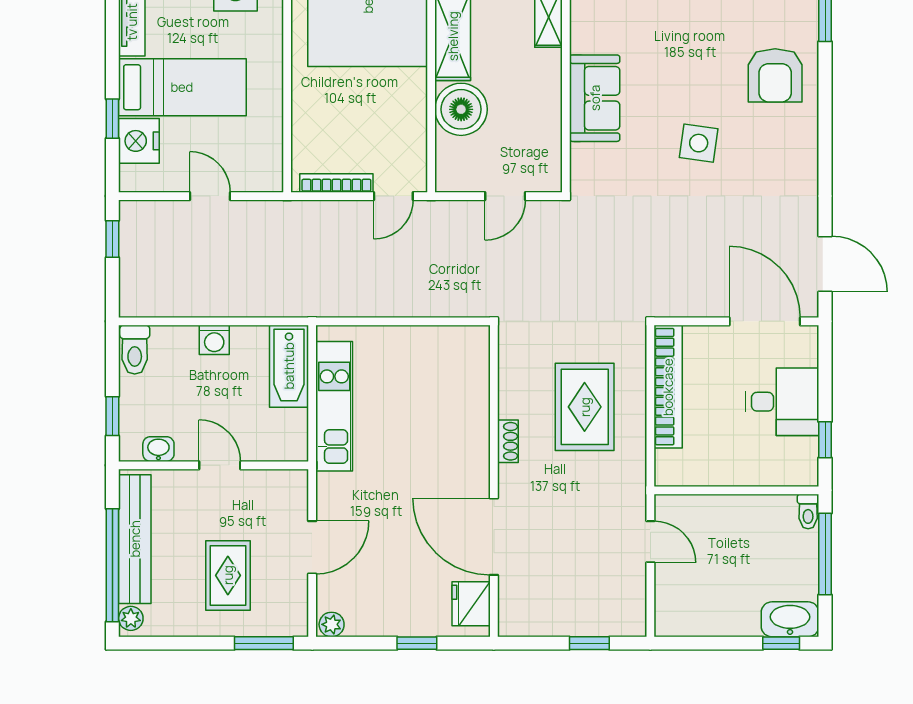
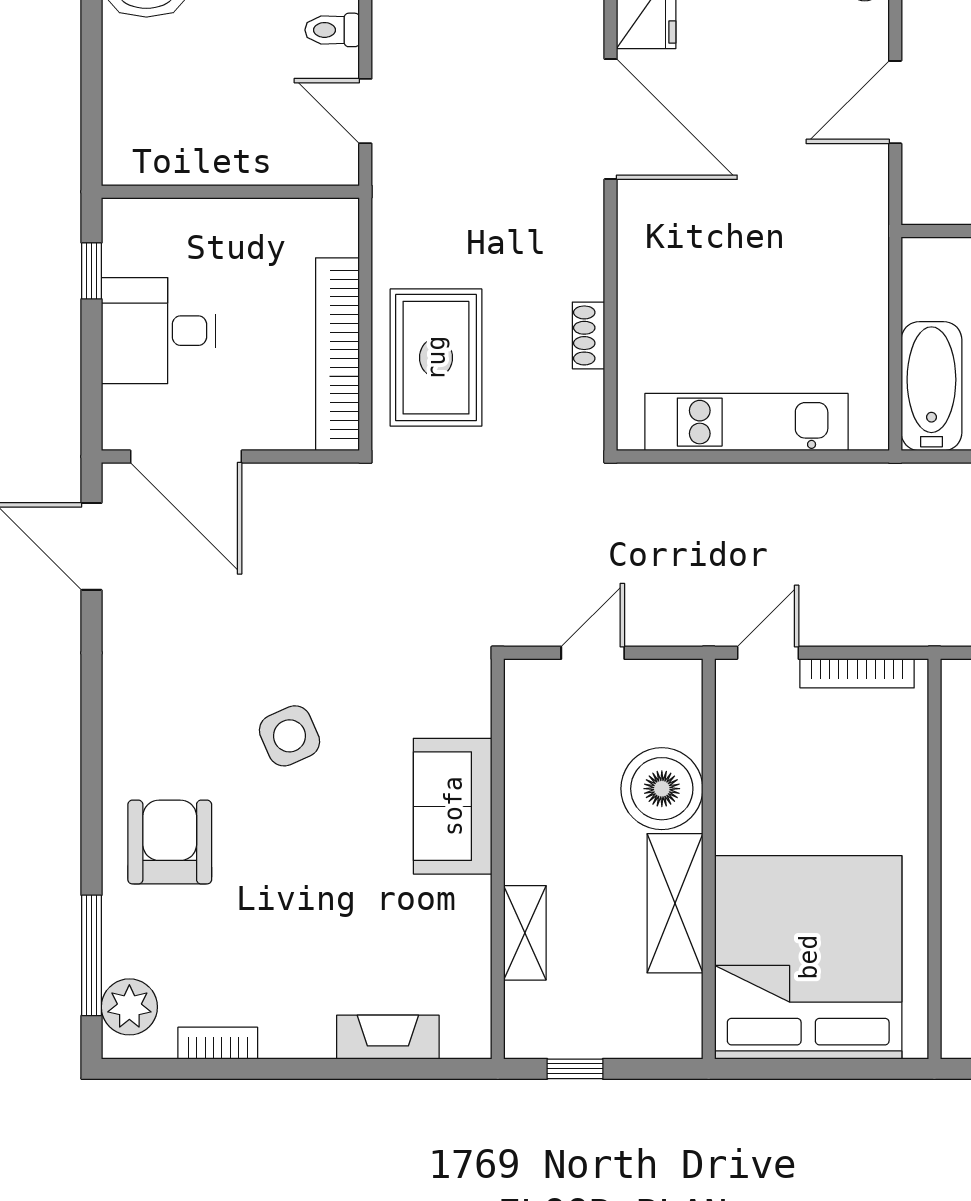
side table: (699, 143) -> (290, 736), turned -32
kitchen unit: (334, 406) -> (746, 422), moved, turned 90
rug: (585, 407) -> (436, 358), moved
shoe rack: (508, 441) -> (589, 335), moved
toilet: (808, 512) -> (332, 30), moved, turned -90
window: (825, 554) -> (92, 92), removed

